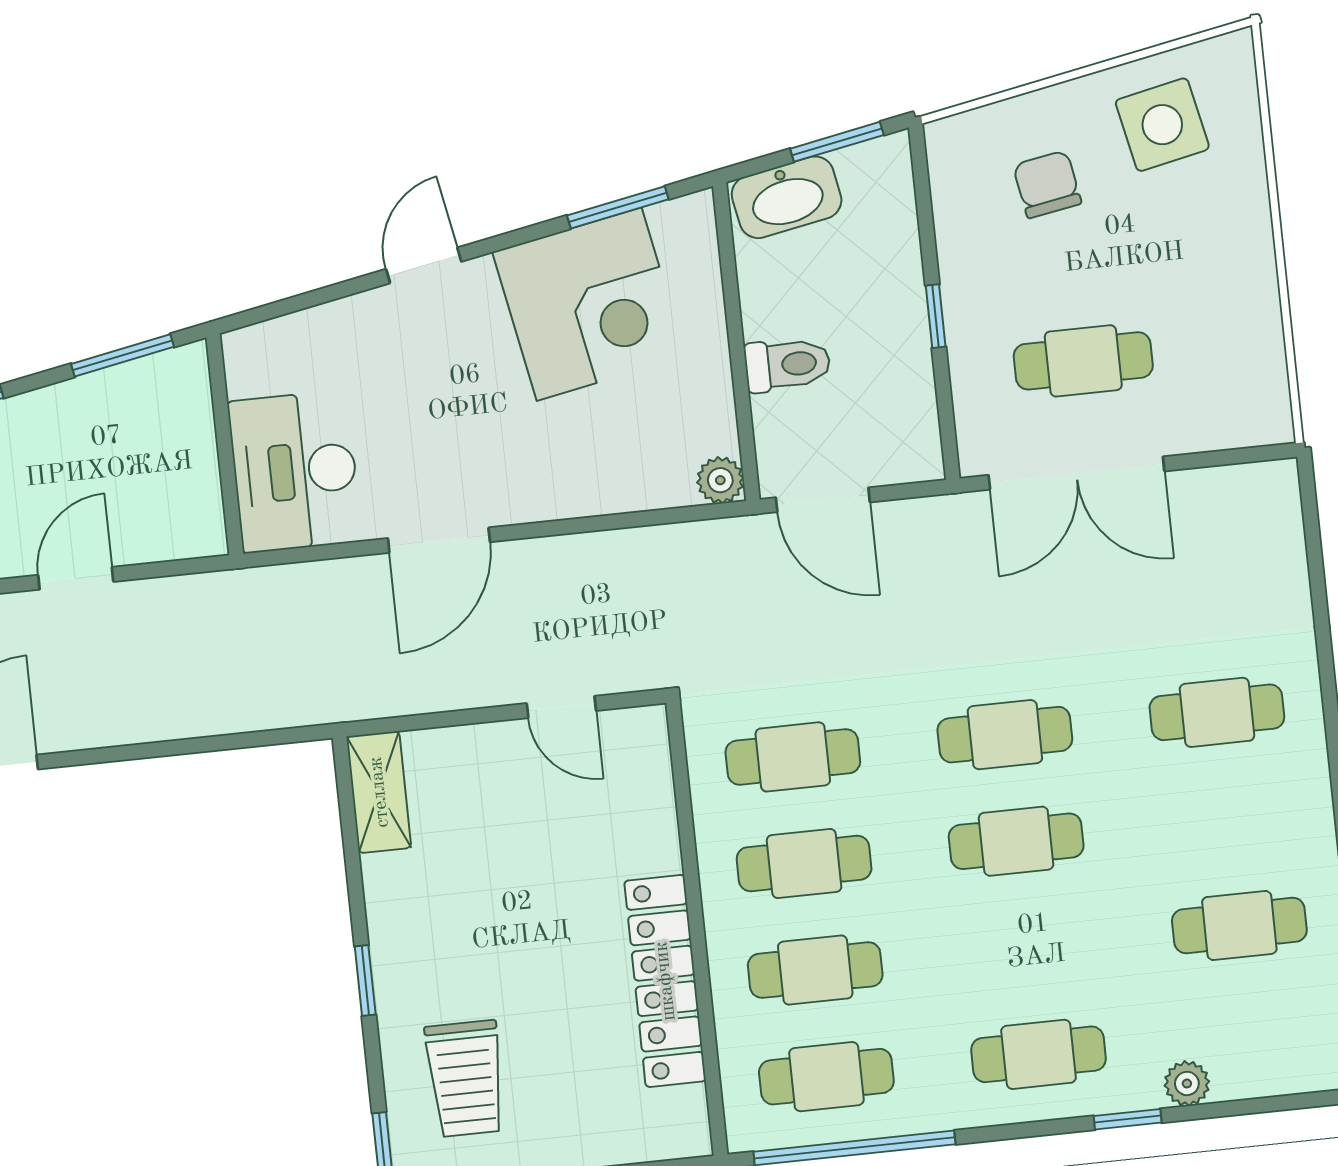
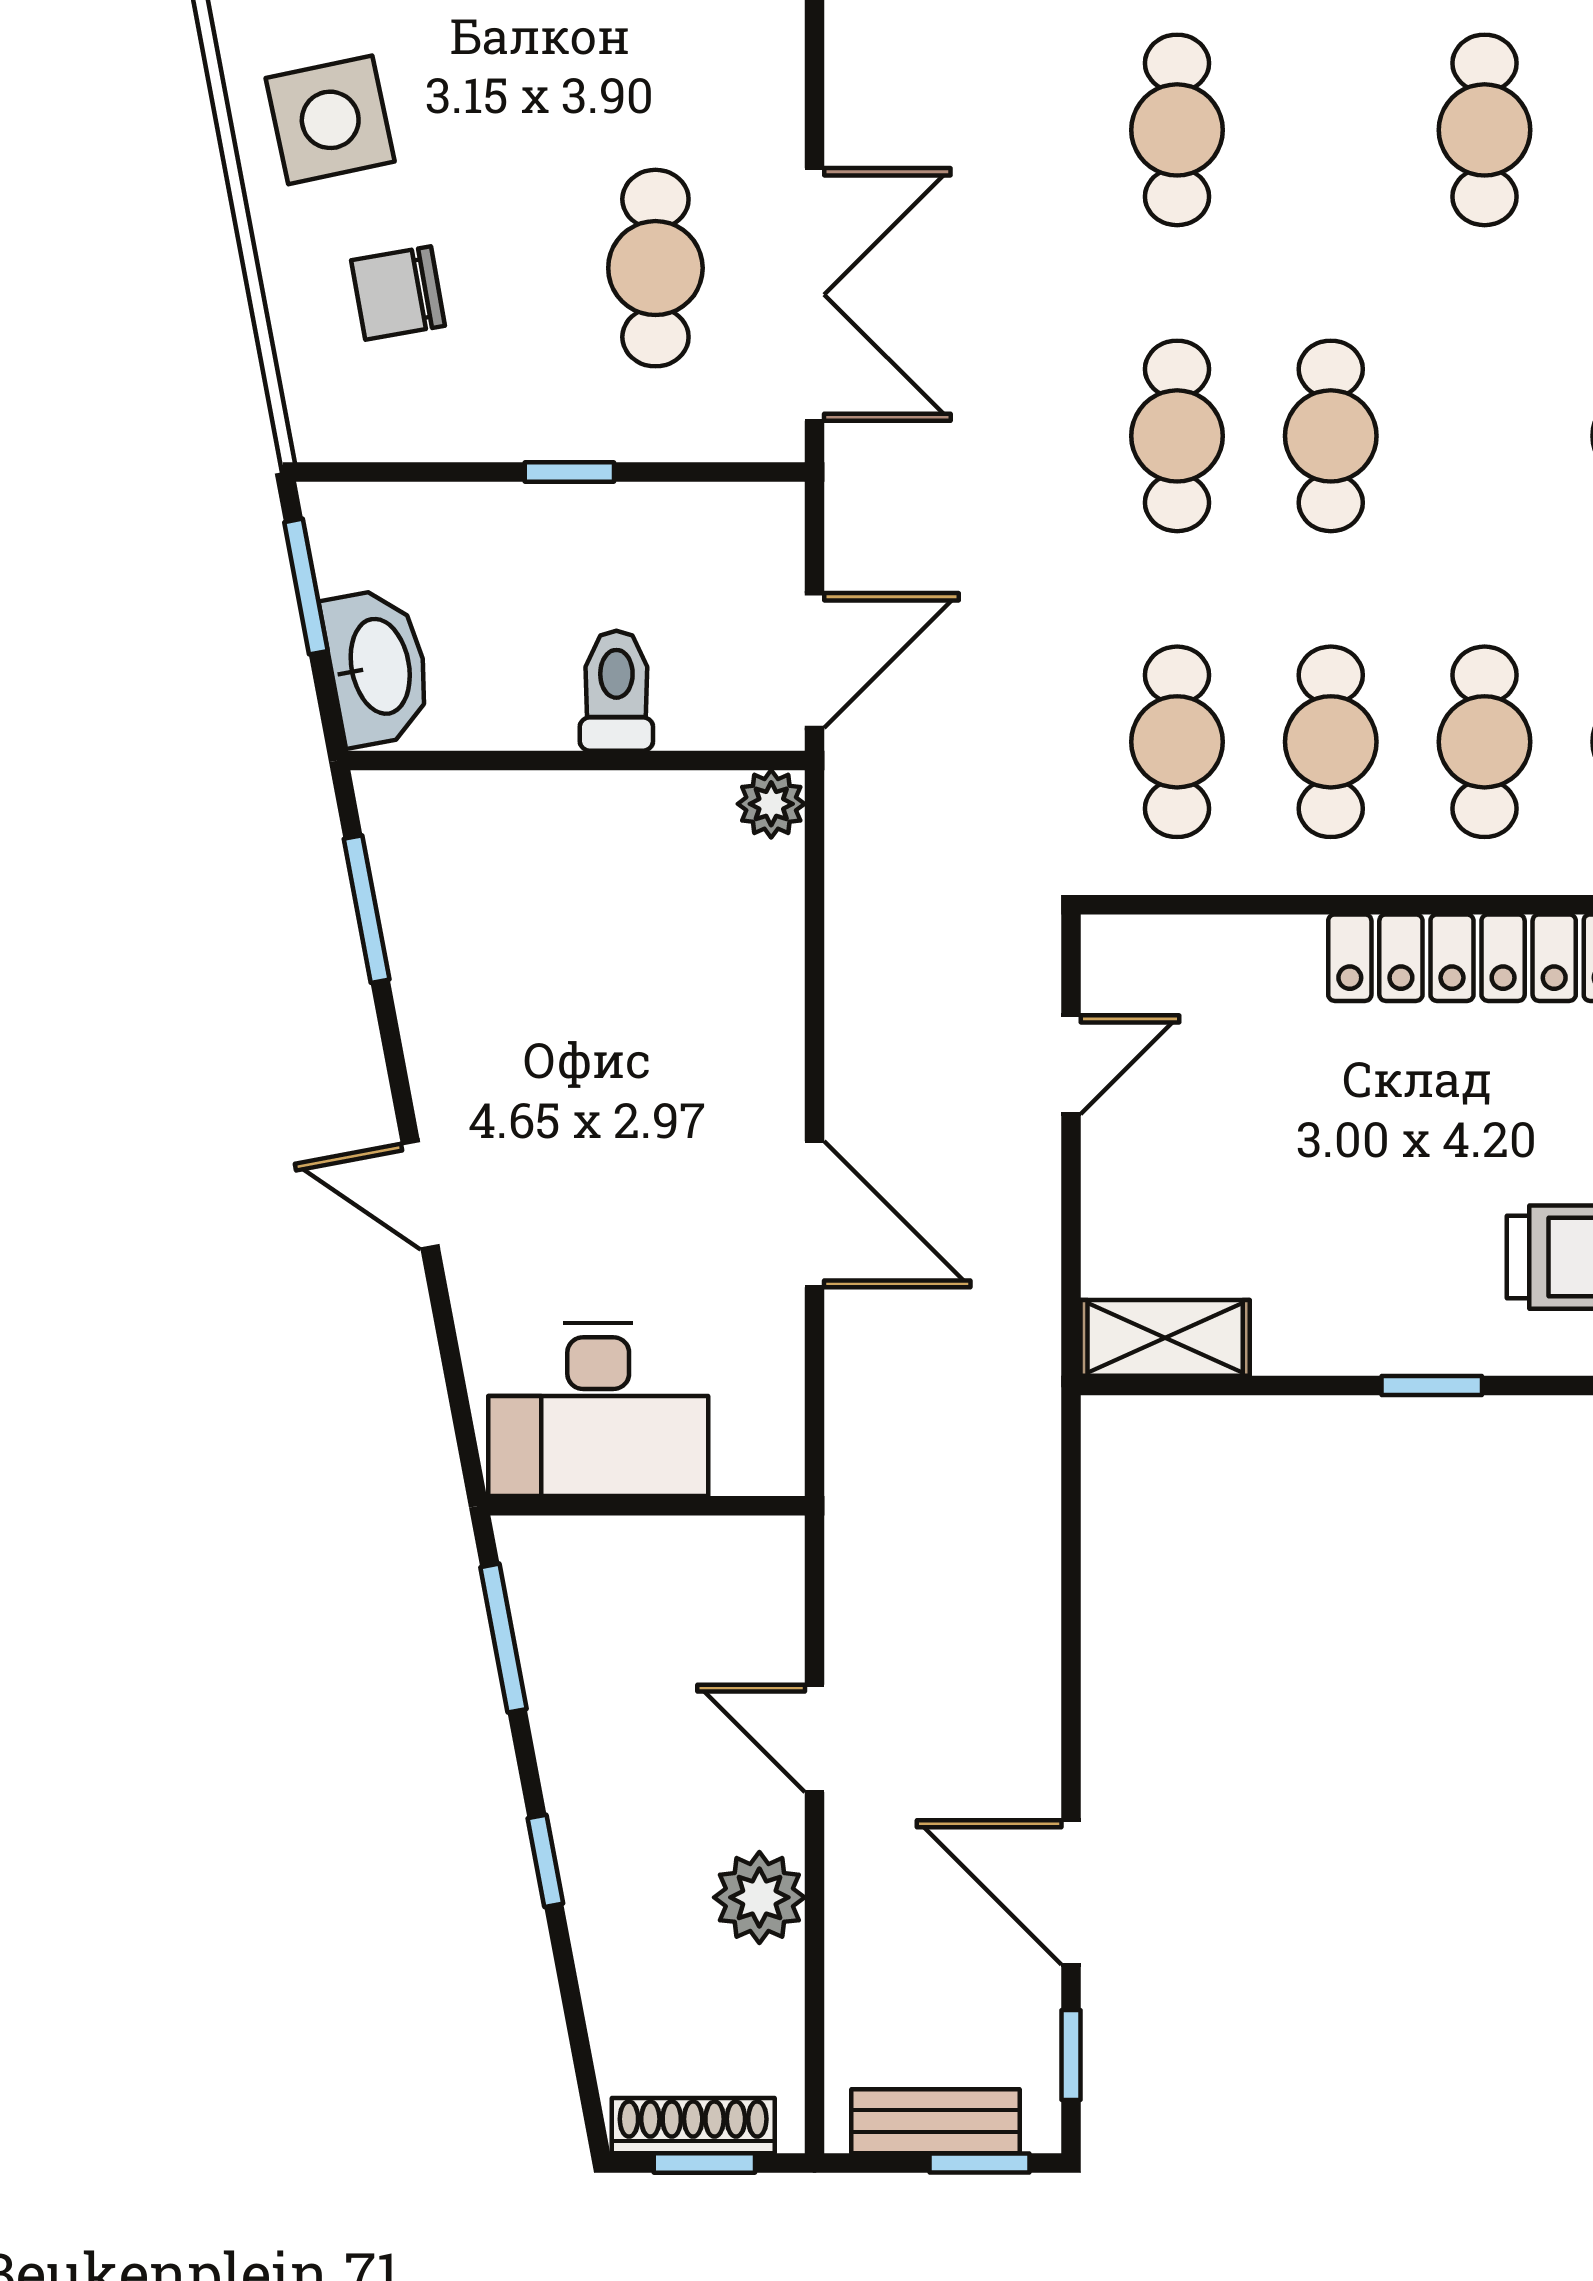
corner desk: (589, 304) -> (500, 965), removed
desk: (295, 471) -> (598, 1410), moved

